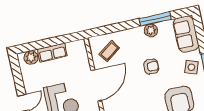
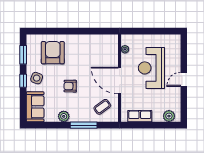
window: (155, 19) -> (84, 125), moved
row of seats: (52, 52) -> (140, 116), moved
door: (96, 85) -> (120, 81), hinge flipped

